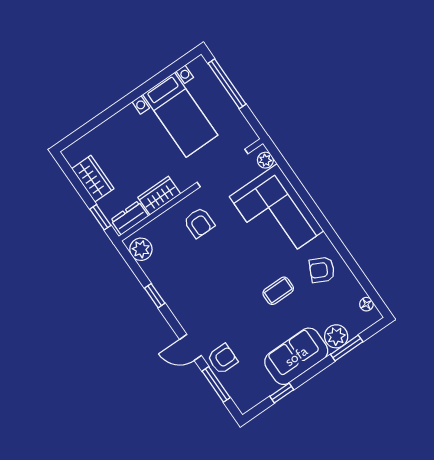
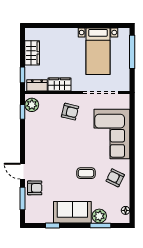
plant: (265, 160) -> (125, 103), removed
armchair: (199, 223) -> (70, 112), turned -76
window: (155, 296) -> (23, 112), moved

